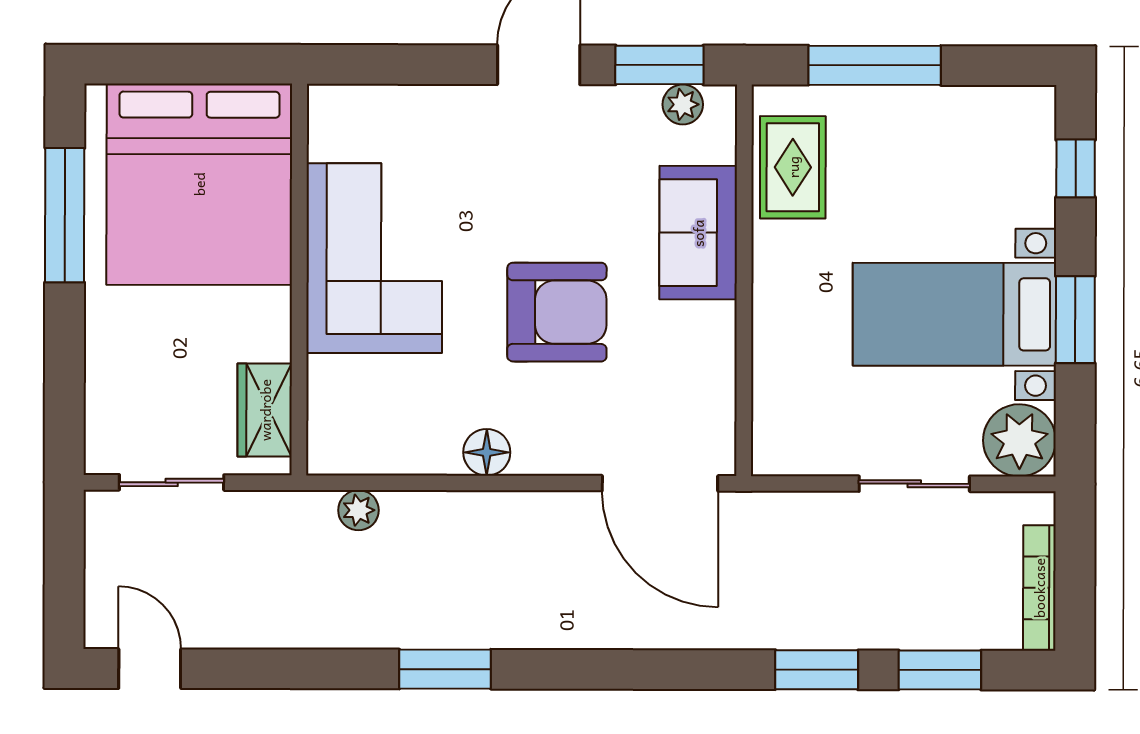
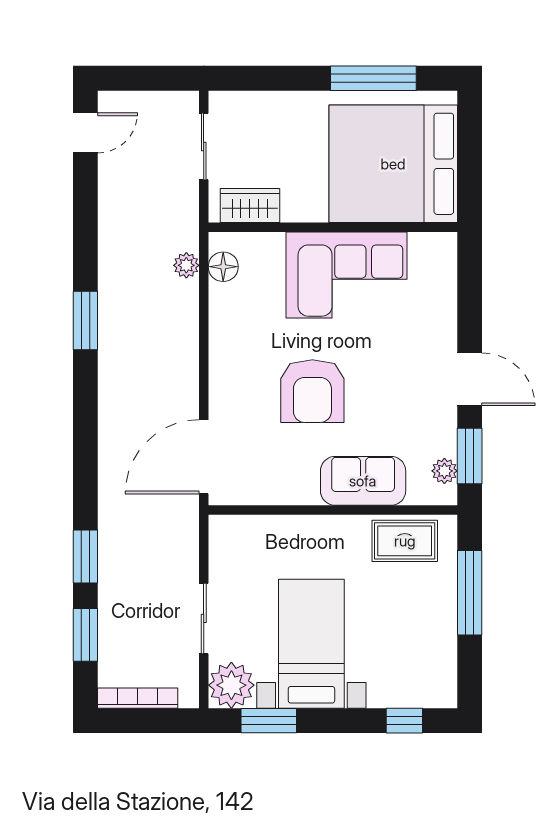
window: (1075, 320) -> (269, 721), moved
floor lamp: (487, 452) -> (223, 267), moved

